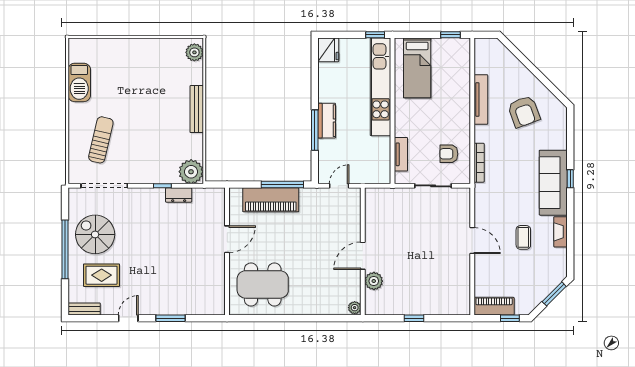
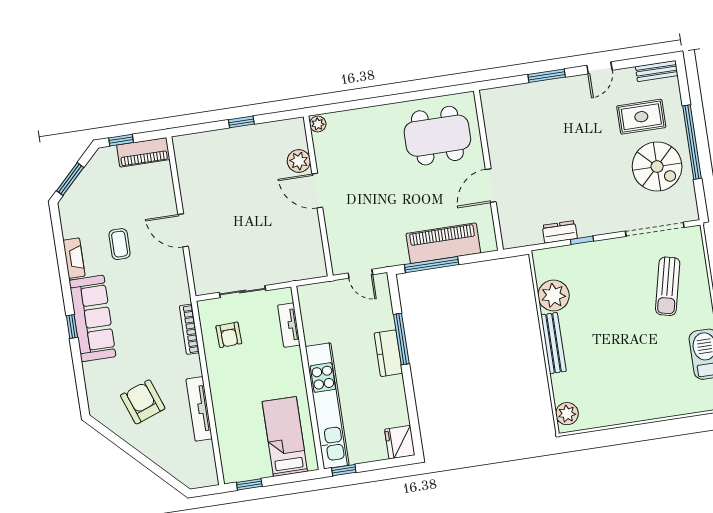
armchair: (449, 154) -> (229, 335), turned 88
plant: (191, 172) -> (554, 295), moved
door: (339, 186) -> (360, 274), hinge flipped
door: (363, 256) -> (317, 191), swing flipped

